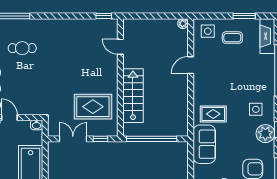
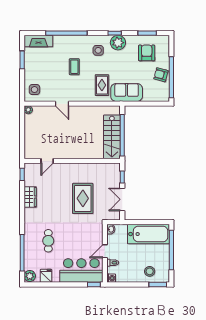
wardrobe: (76, 26) -> (30, 197), added
coffee table: (232, 38) -> (74, 67), moved
stairs: (133, 96) -> (112, 137), moved, turned -90
rug: (93, 107) -> (83, 198), moved

